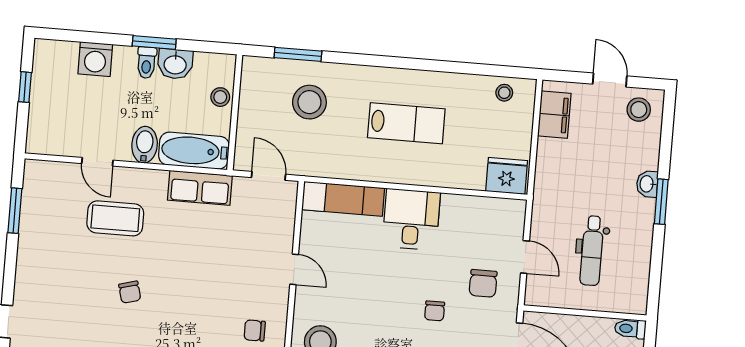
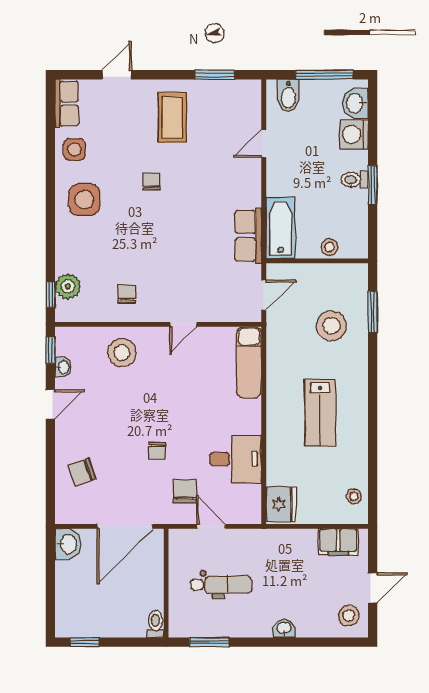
washbasin: (175, 64) -> (355, 103), moved
window: (25, 87) -> (324, 75), width x2.17
bidet: (145, 145) -> (288, 95), moved, turned 90
window: (661, 202) -> (209, 642), moved
coffee table: (115, 218) -> (172, 117), moved
desk: (411, 219) -> (236, 459), moved
dental chair: (592, 251) -> (221, 585), turned 180
door: (525, 257) -> (211, 526), swing flipped
chair: (483, 283) -> (185, 491), turned 90
chair: (130, 292) -> (152, 182), turned 105
chair: (435, 311) -> (157, 451), turned -90

